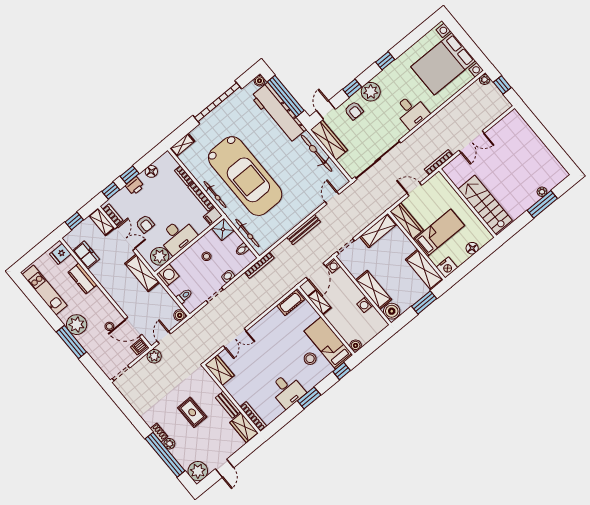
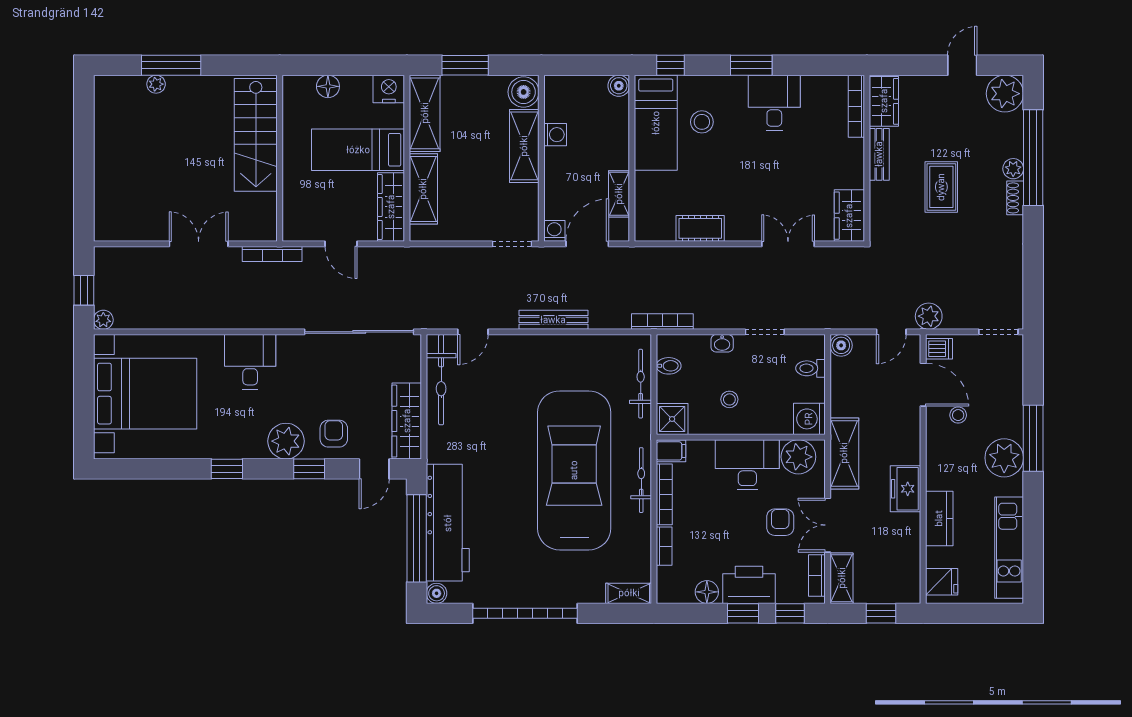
bicycle: (317, 153) -> (441, 380), moved
printer: (135, 186) -> (749, 585), width x1.87, depth x1.48
shelving: (378, 230) -> (423, 189), moved, turned 90
freezer: (86, 255) -> (906, 489), moved
cot: (290, 303) -> (700, 228), moved

